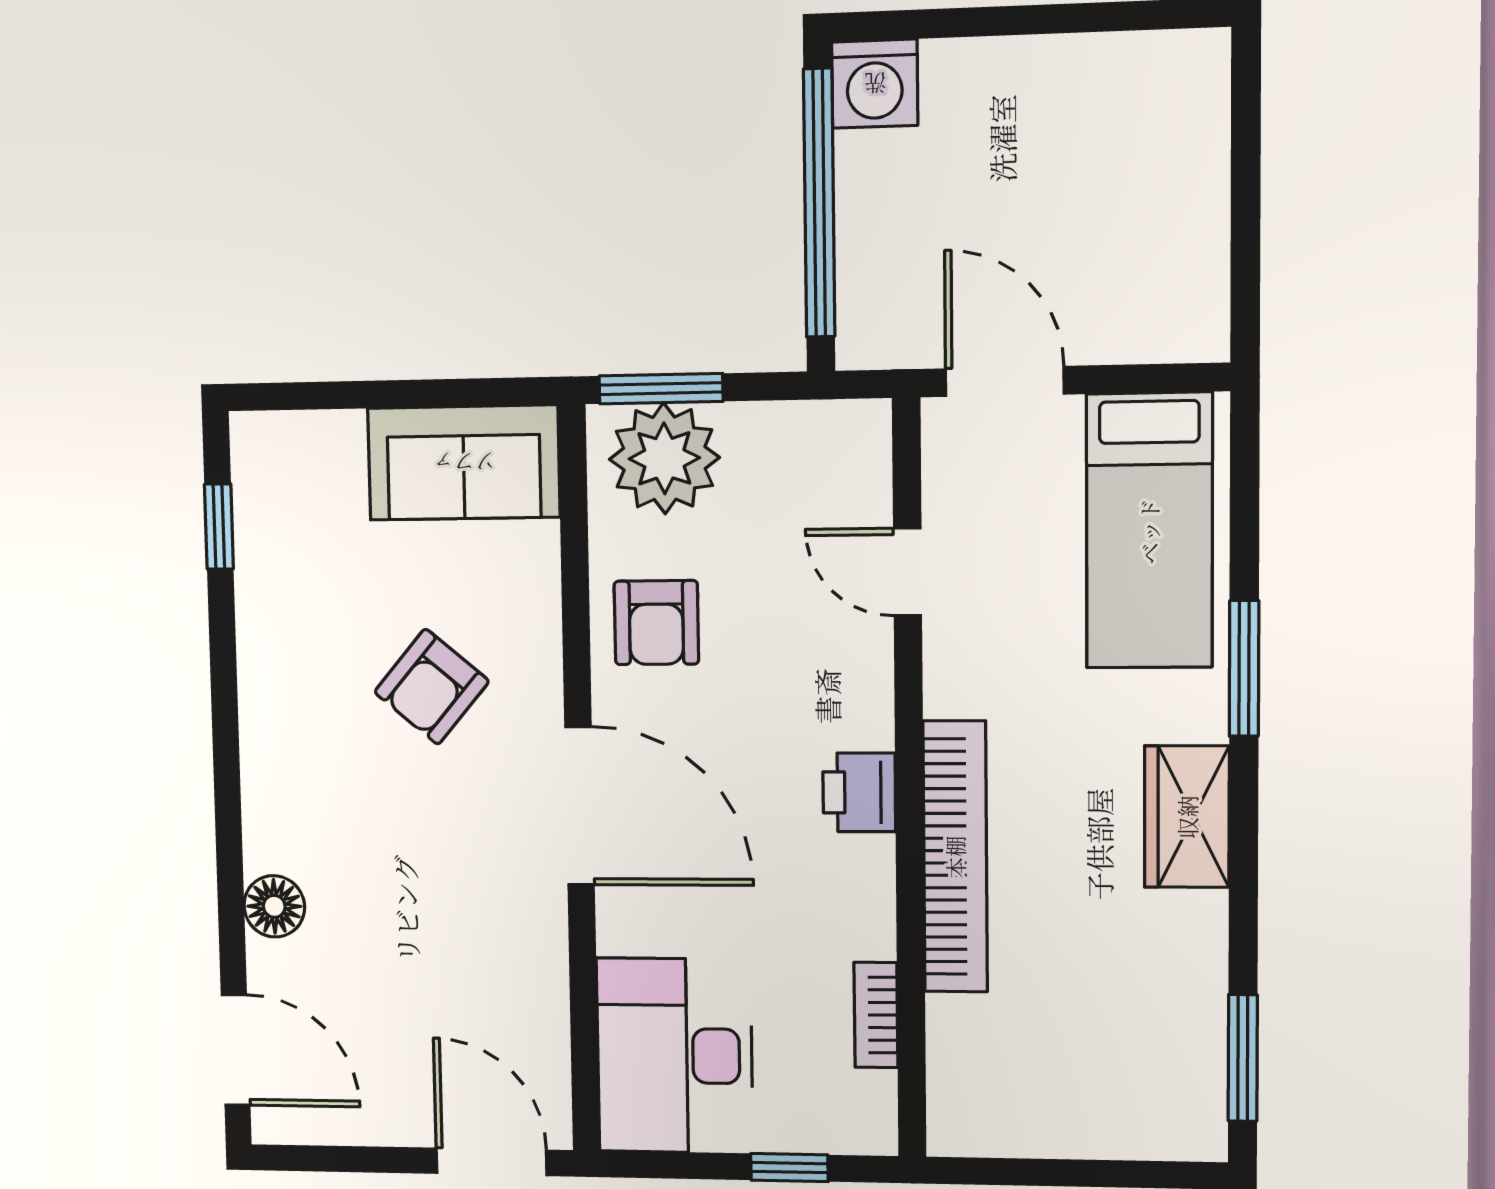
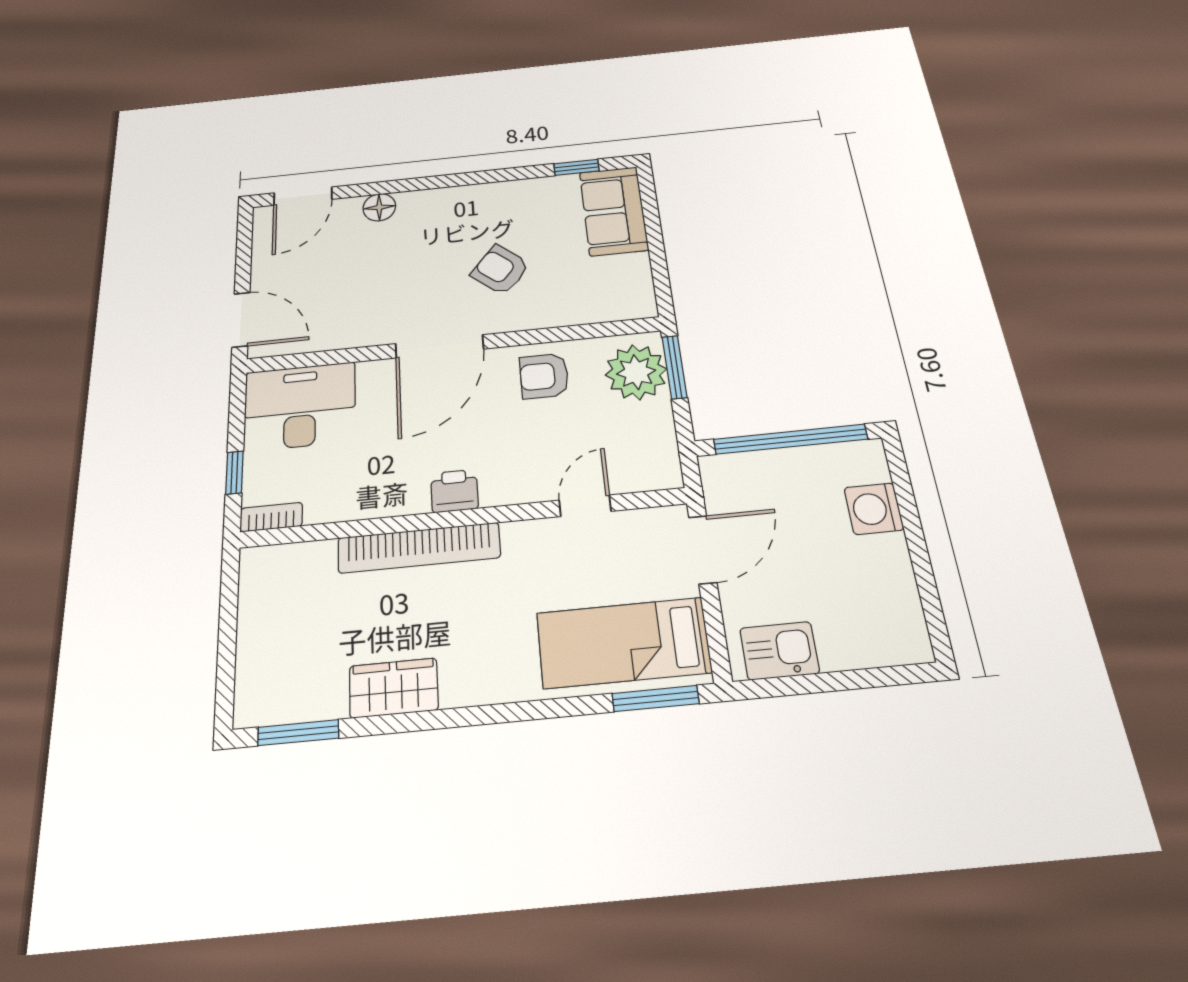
washing machine: (875, 84) -> (874, 509), moved
kitchen sink: (1187, 278) -> (779, 651), added
sofa: (464, 463) -> (614, 211), moved
window: (1244, 668) -> (656, 699), moved
wardrobe: (1187, 817) -> (394, 688), moved
bookcase: (876, 1015) -> (271, 517), moved
door: (491, 1162) -> (241, 320), hinge flipped

